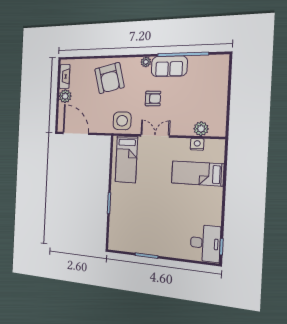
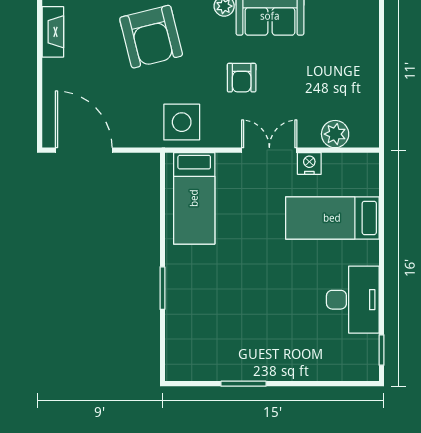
plant: (65, 96) -> (56, 73), removed
armchair: (153, 99) -> (242, 78), turned 90
double door: (155, 136) -> (269, 150), moved
nightstand: (197, 144) -> (309, 163), moved
desk: (205, 243) -> (353, 300), moved

